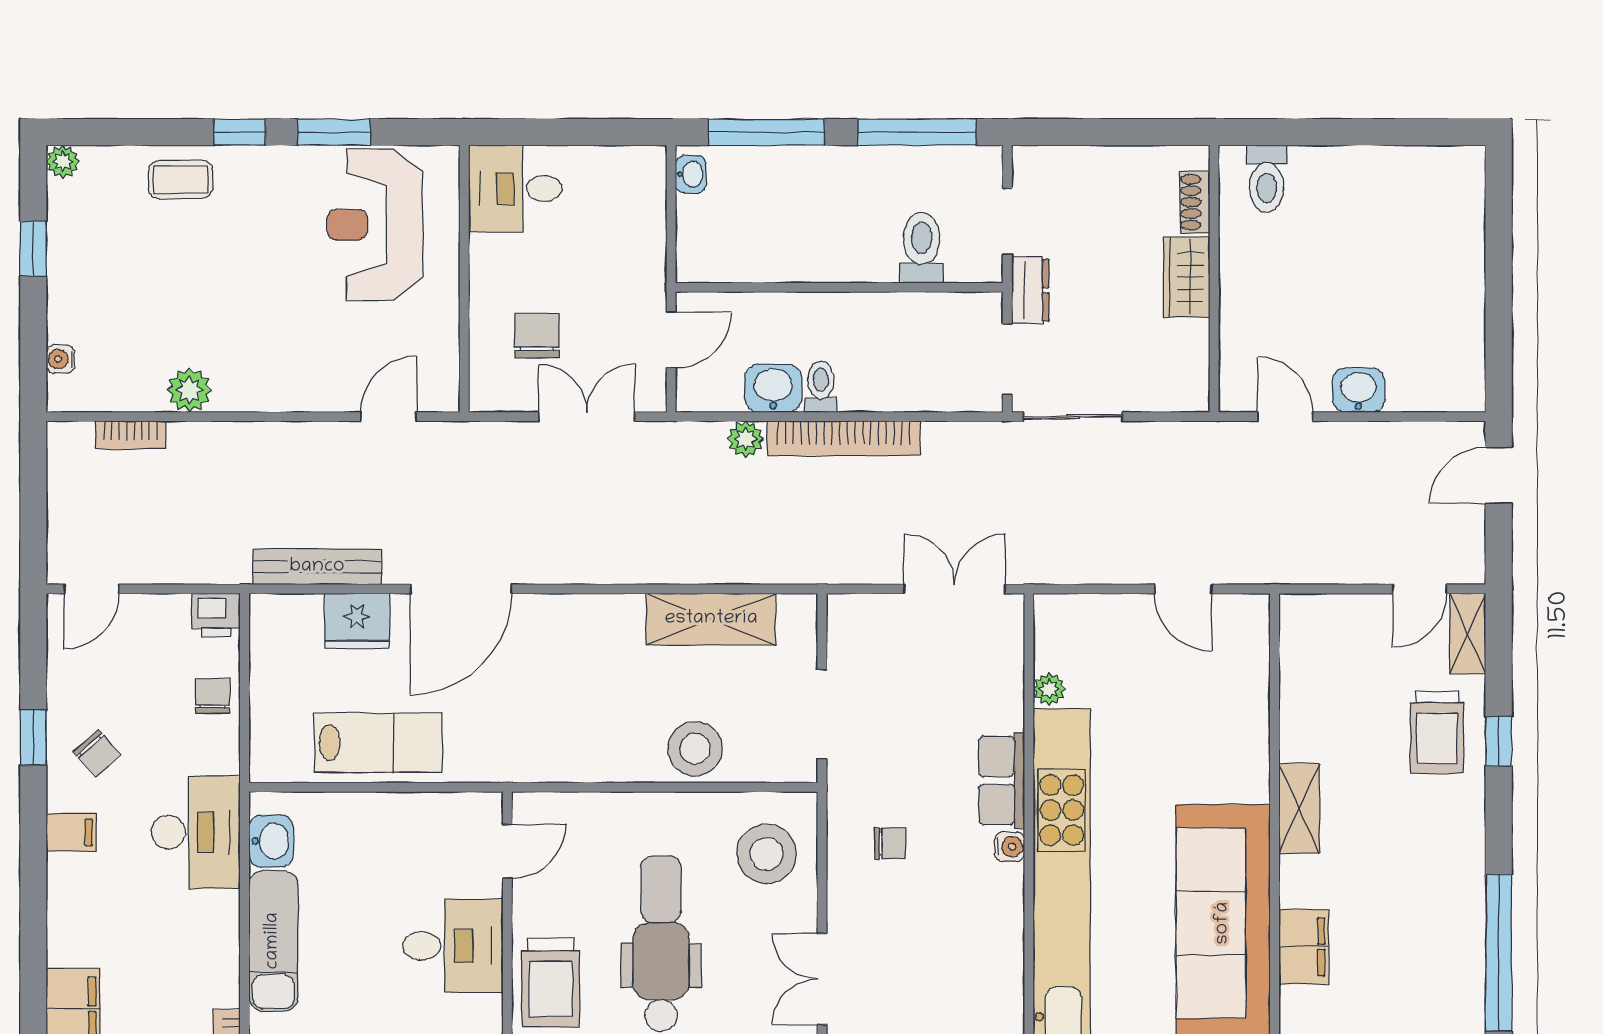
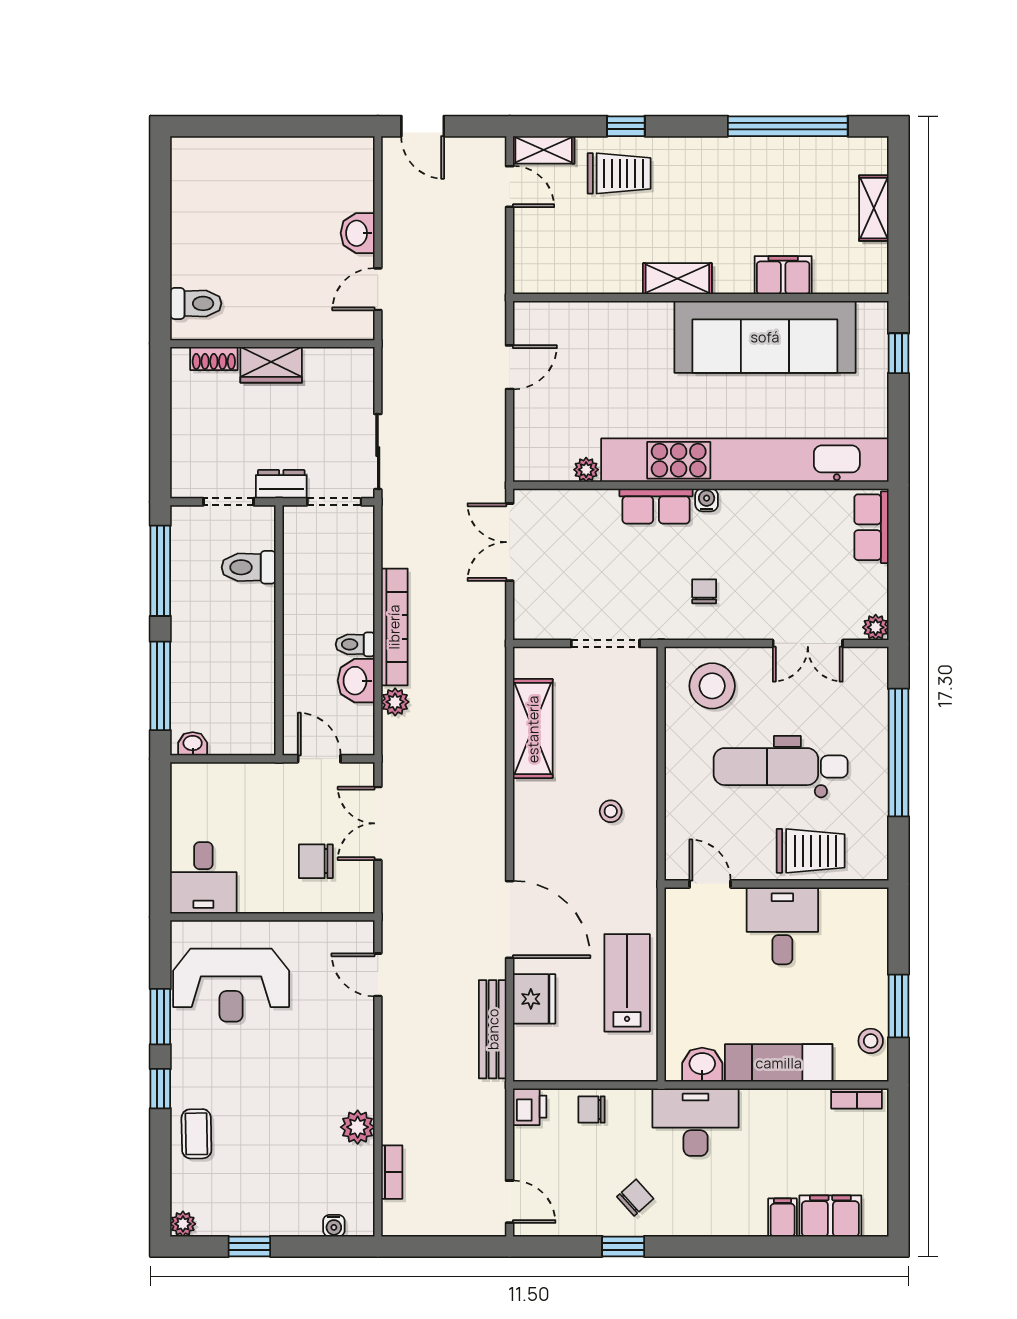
stool: (695, 749) -> (611, 811), moved, width x0.53, depth x0.53
filing cabinet: (71, 832) -> (783, 1217), moved

